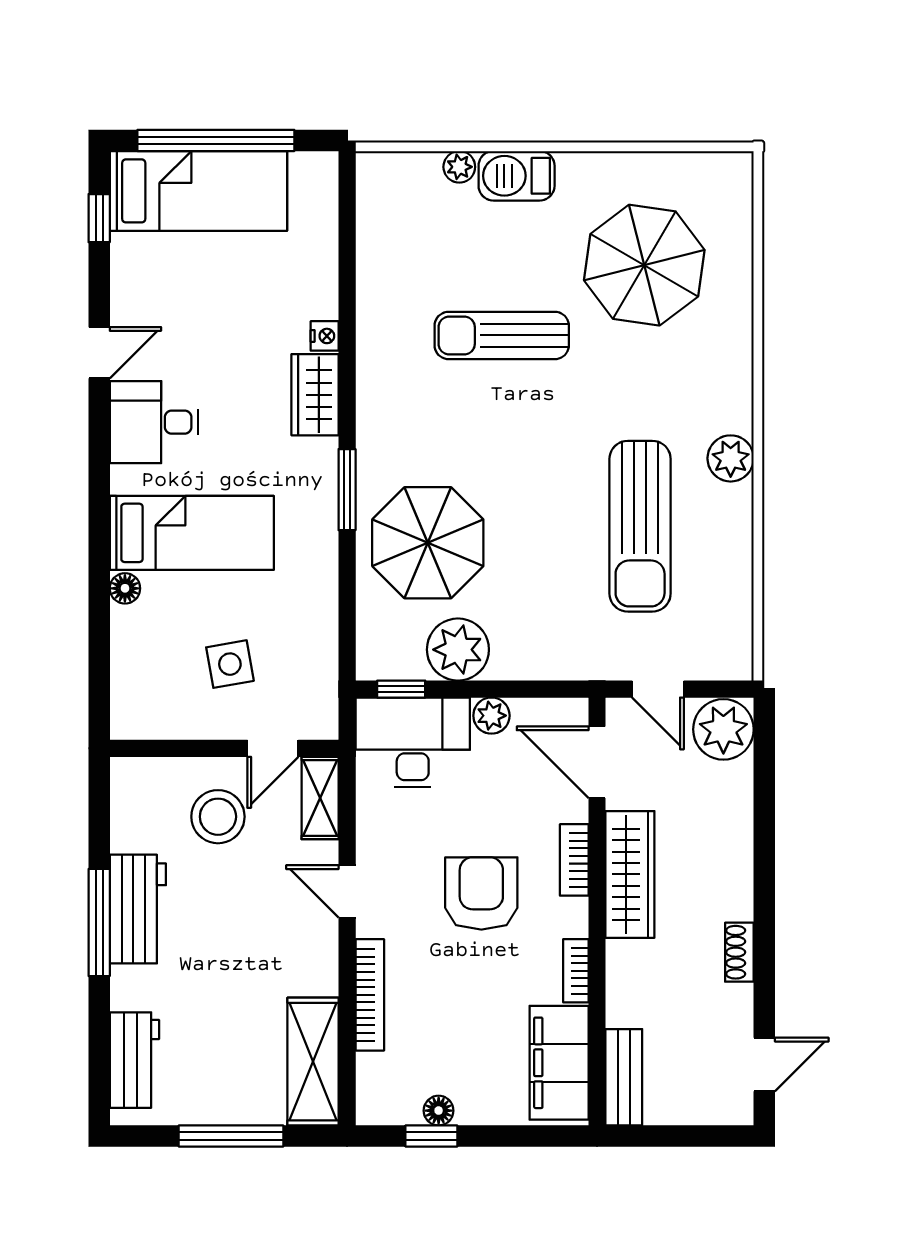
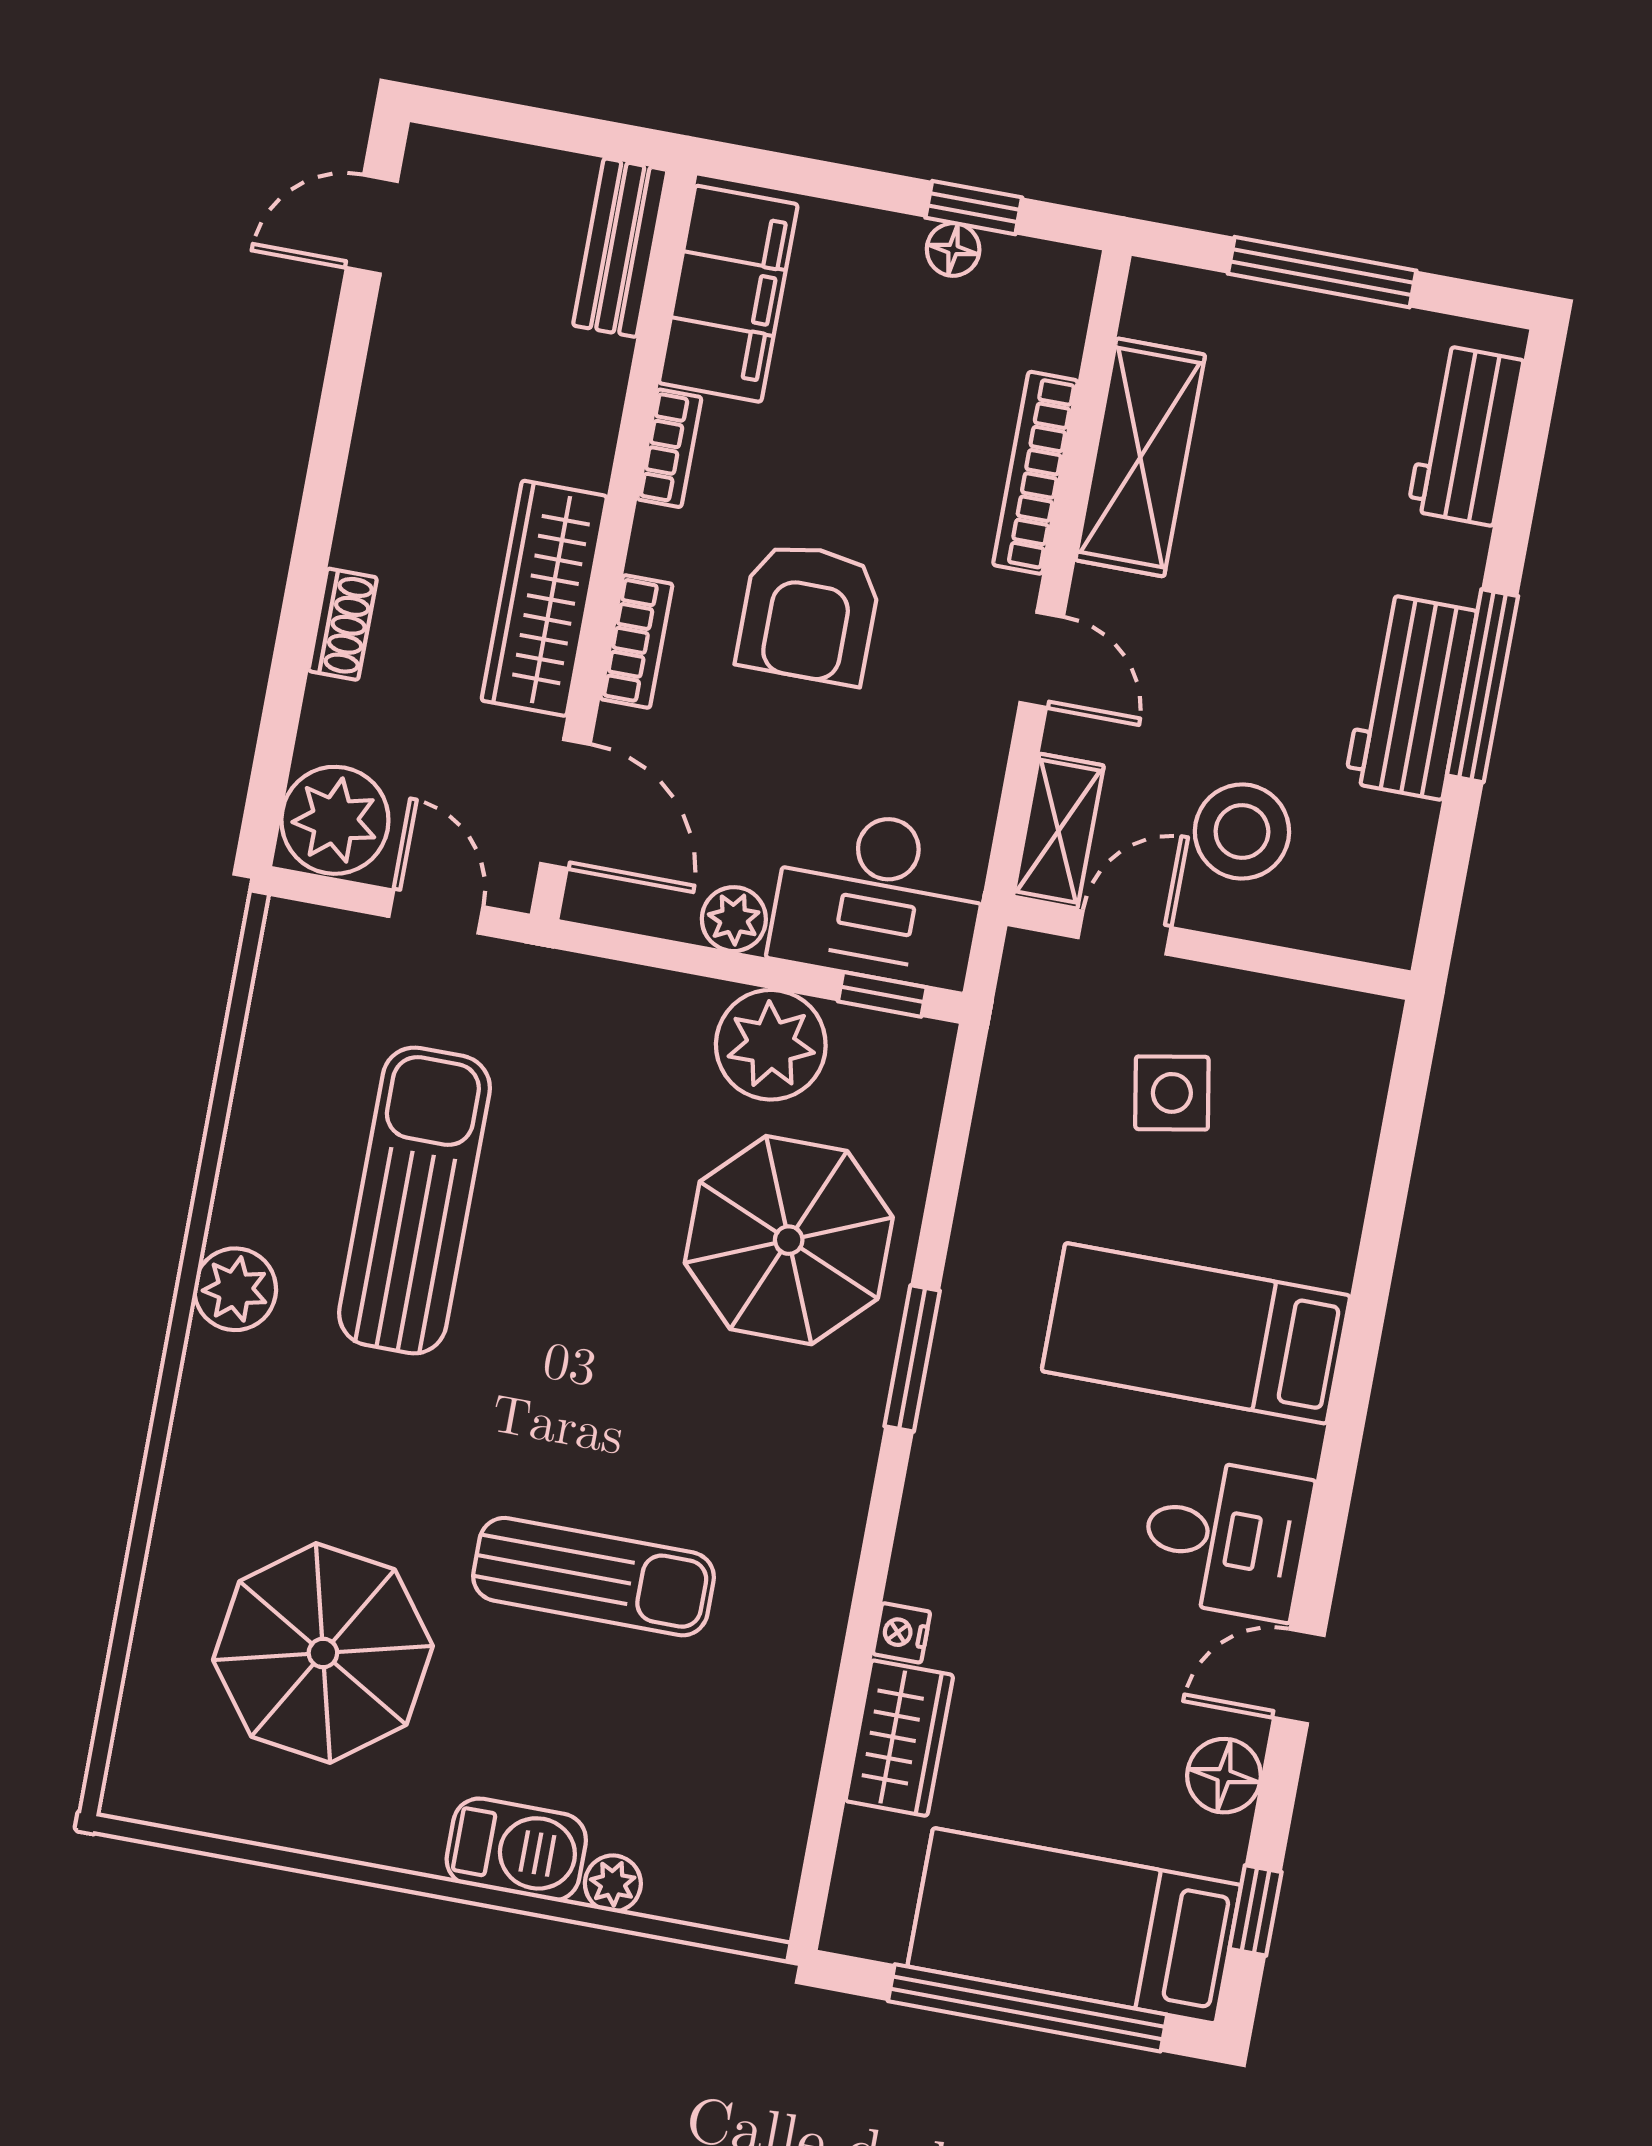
wardrobe: (315, 395) -> (899, 1738), moved
floor lamp: (125, 588) -> (1224, 1776), moved, width x1.37, depth x1.37
shoe rack: (739, 952) -> (343, 624), moved
shelving: (313, 1062) -> (1140, 457), moved

